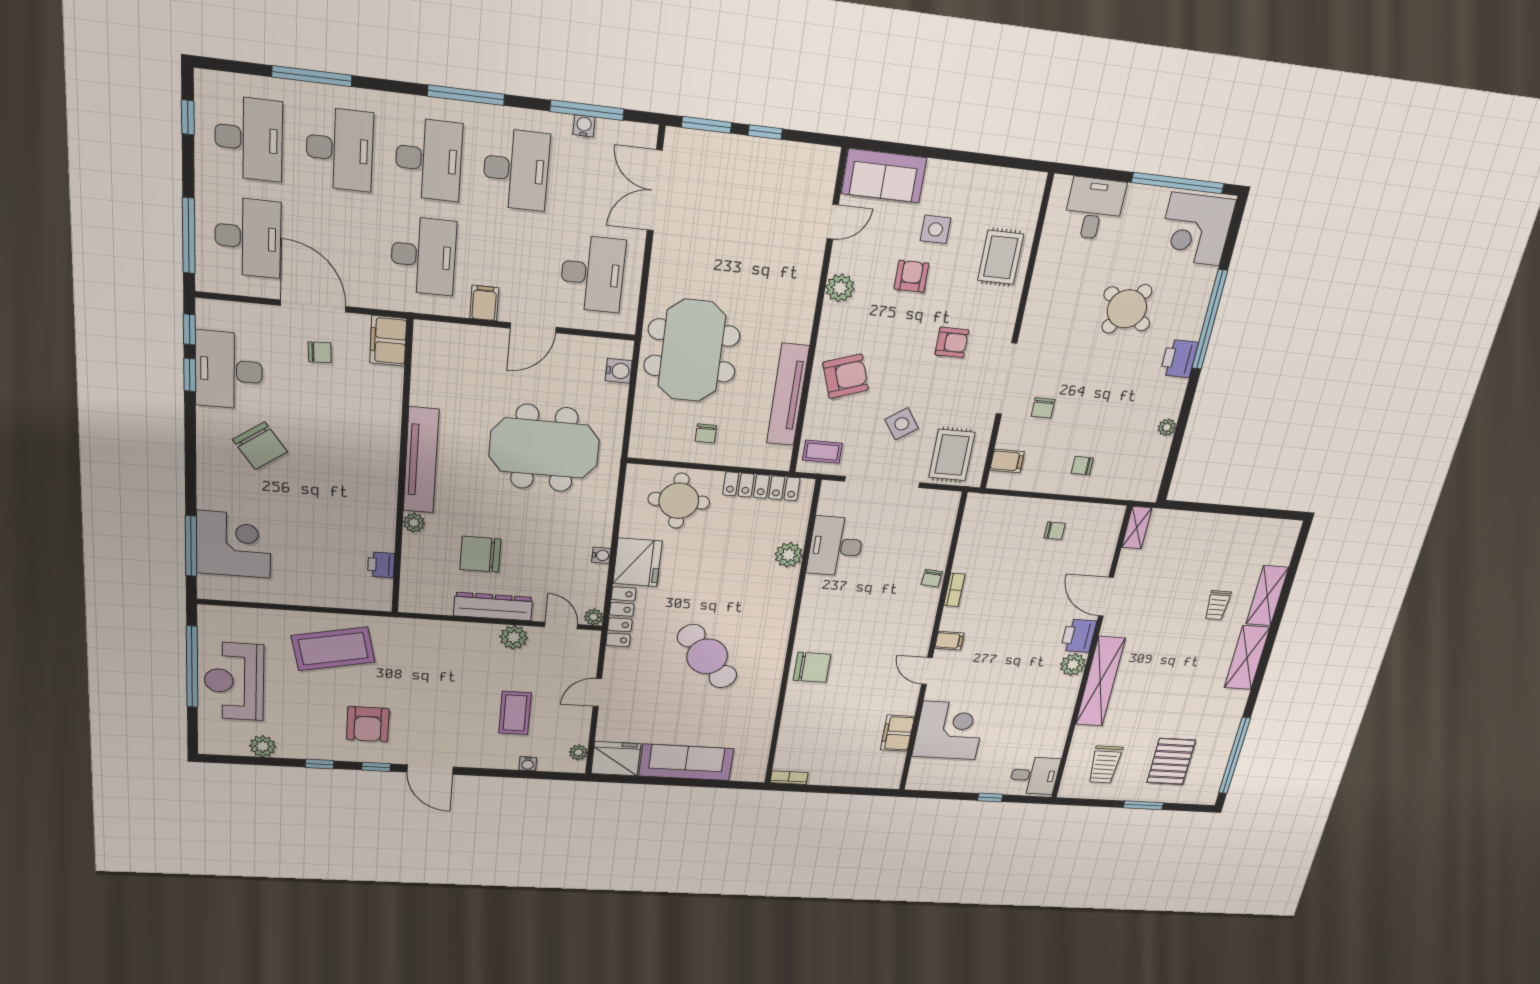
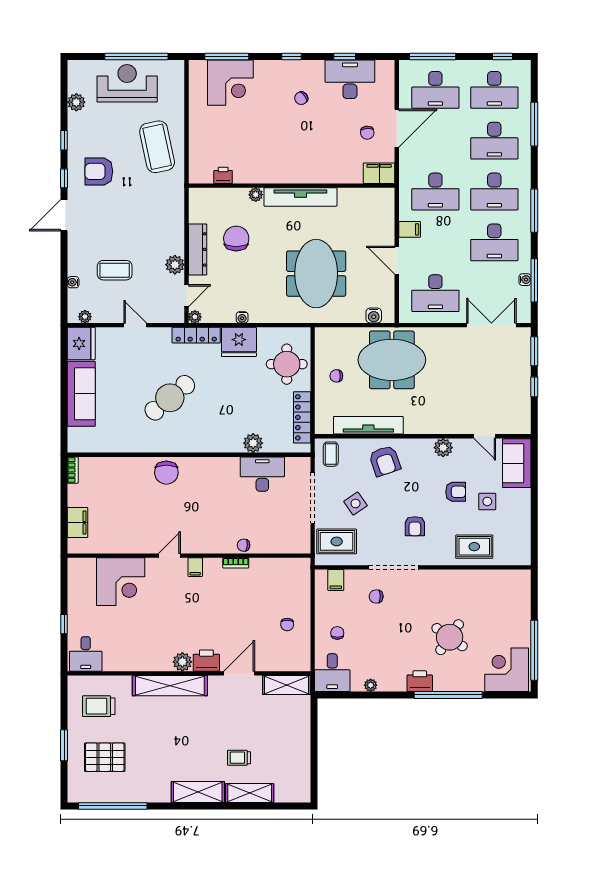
desk: (1094, 209) -> (332, 673), moved, turned 90
window: (189, 329) -> (291, 56), moved
chair: (260, 446) -> (301, 98), width x0.54, depth x0.54
shelving: (1137, 528) -> (287, 685), width x1.50, depth x1.33
filing cabinet: (897, 733) -> (77, 523), moved, turned 90

